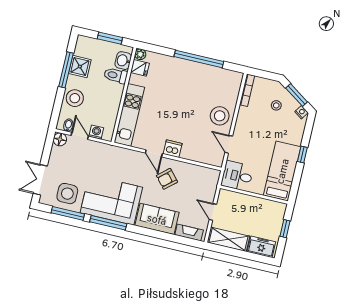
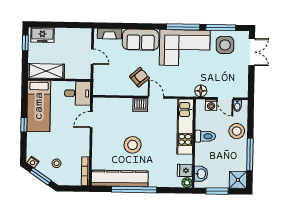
shower: (80, 67) -> (238, 180), moved
kitchen counter: (212, 74) -> (120, 178), added
toilet: (116, 75) -> (205, 136), moved
stool: (220, 116) -> (133, 145), moved
floor lamp: (60, 139) -> (201, 91), moved
door: (229, 144) -> (91, 120), swing flipped
window: (285, 229) -> (25, 43), moved
shelving: (228, 239) -> (46, 71), moved

